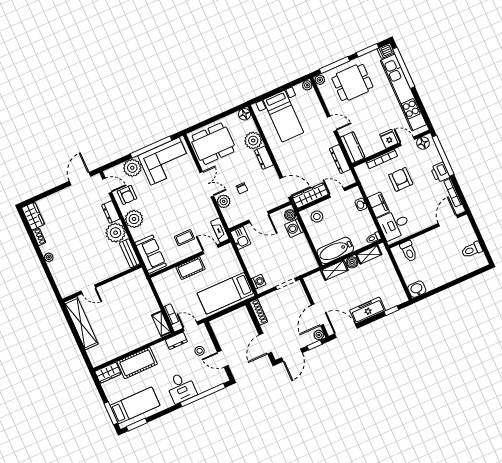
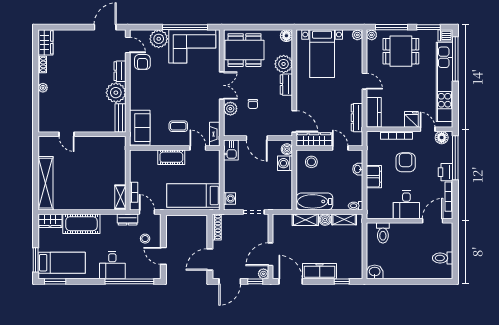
plant: (134, 219) -> (139, 88), removed
desk: (394, 225) -> (406, 205), moved, turned -90
shelving: (81, 323) -> (46, 183), moved

